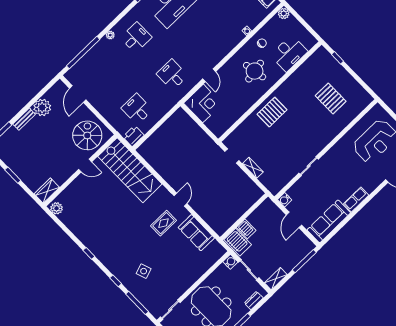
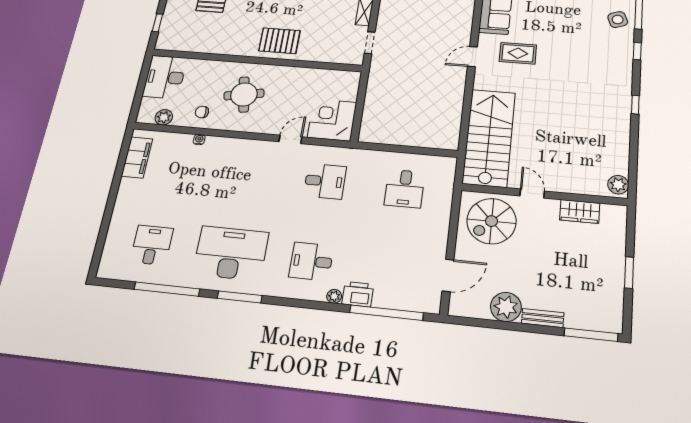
plant: (284, 14) -> (164, 117), moved
desk: (289, 53) -> (165, 77), moved, turned -90
desk: (172, 75) -> (325, 181), turned -90
printer: (133, 136) -> (358, 294), moved, turned 180
wardrobe: (47, 191) -> (580, 212), moved
side table: (144, 271) -> (618, 20), moved

